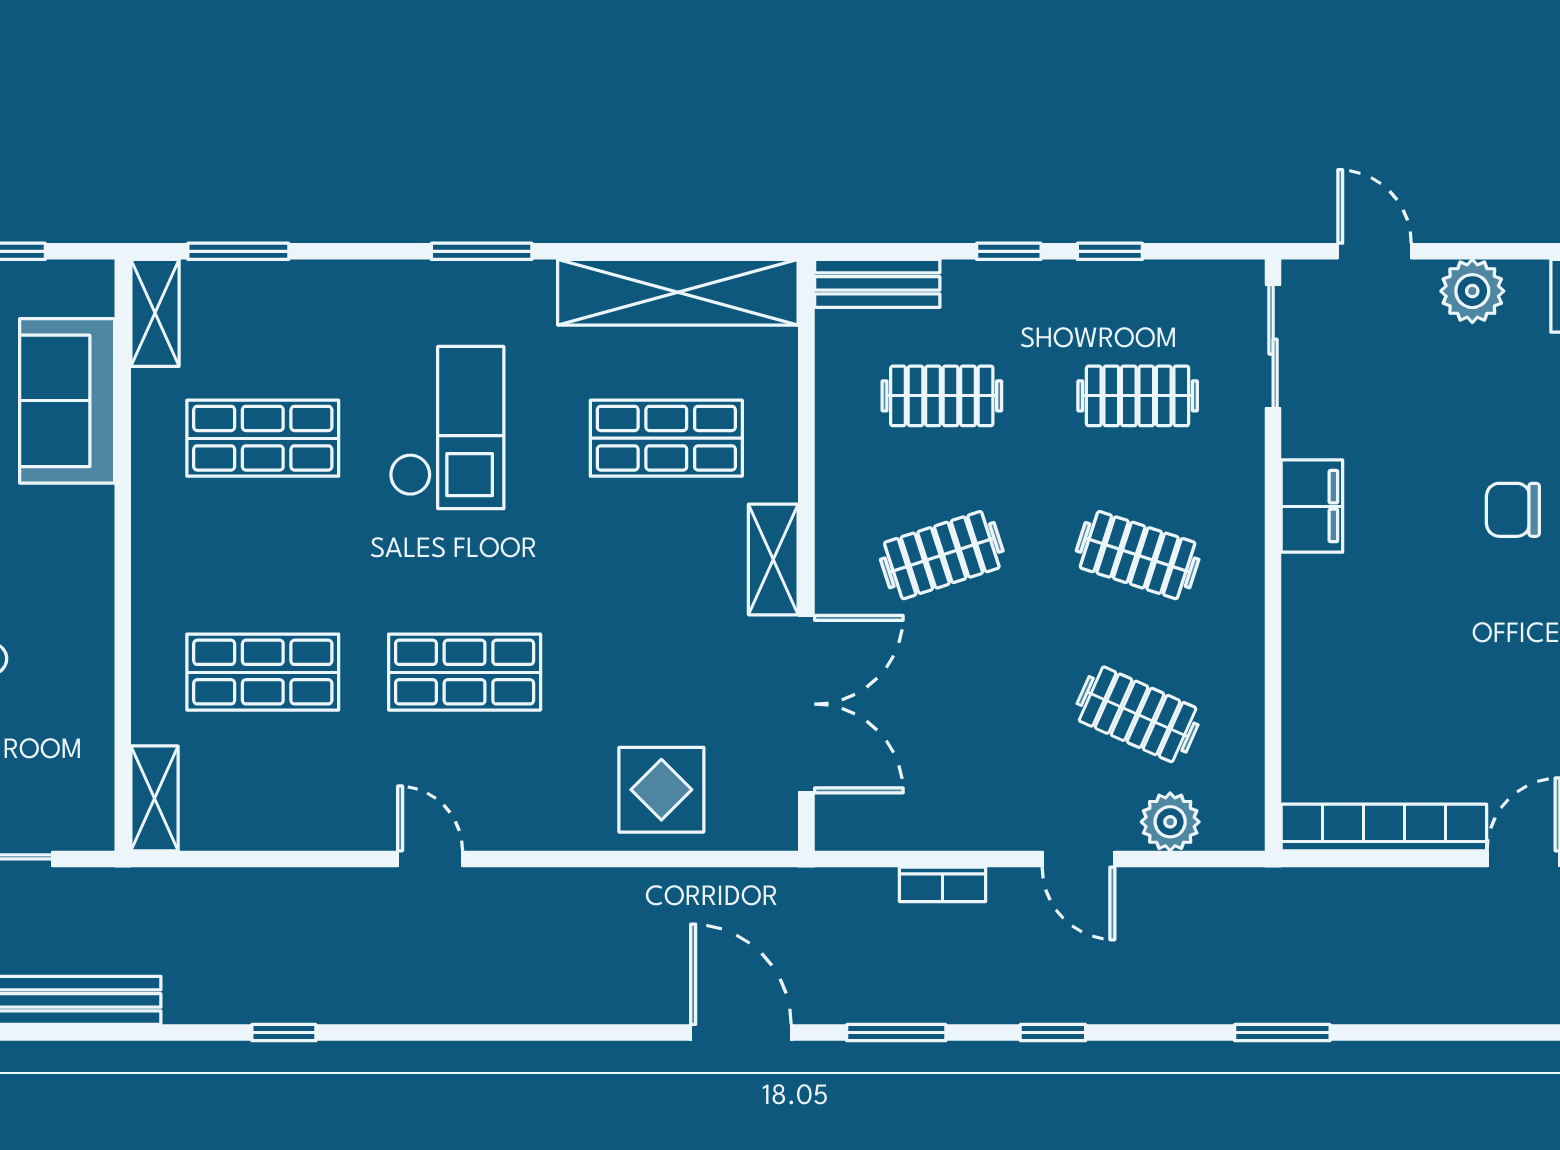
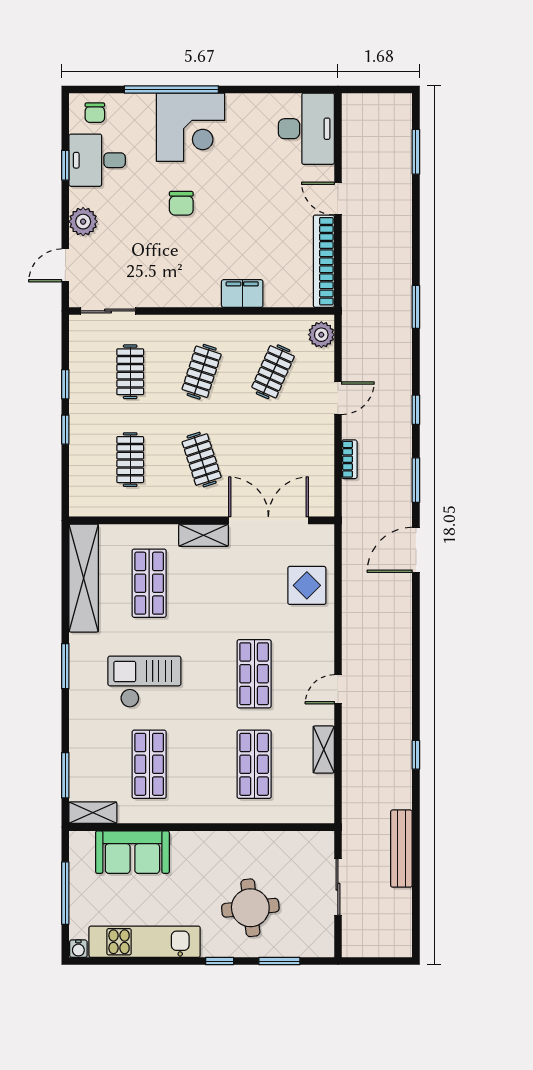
bench: (877, 283) -> (80, 489), removed
filing cabinet: (1312, 506) -> (242, 294), moved
shelving: (154, 798) -> (324, 749), moved, turned 90
plant: (1170, 822) -> (321, 335), moved

